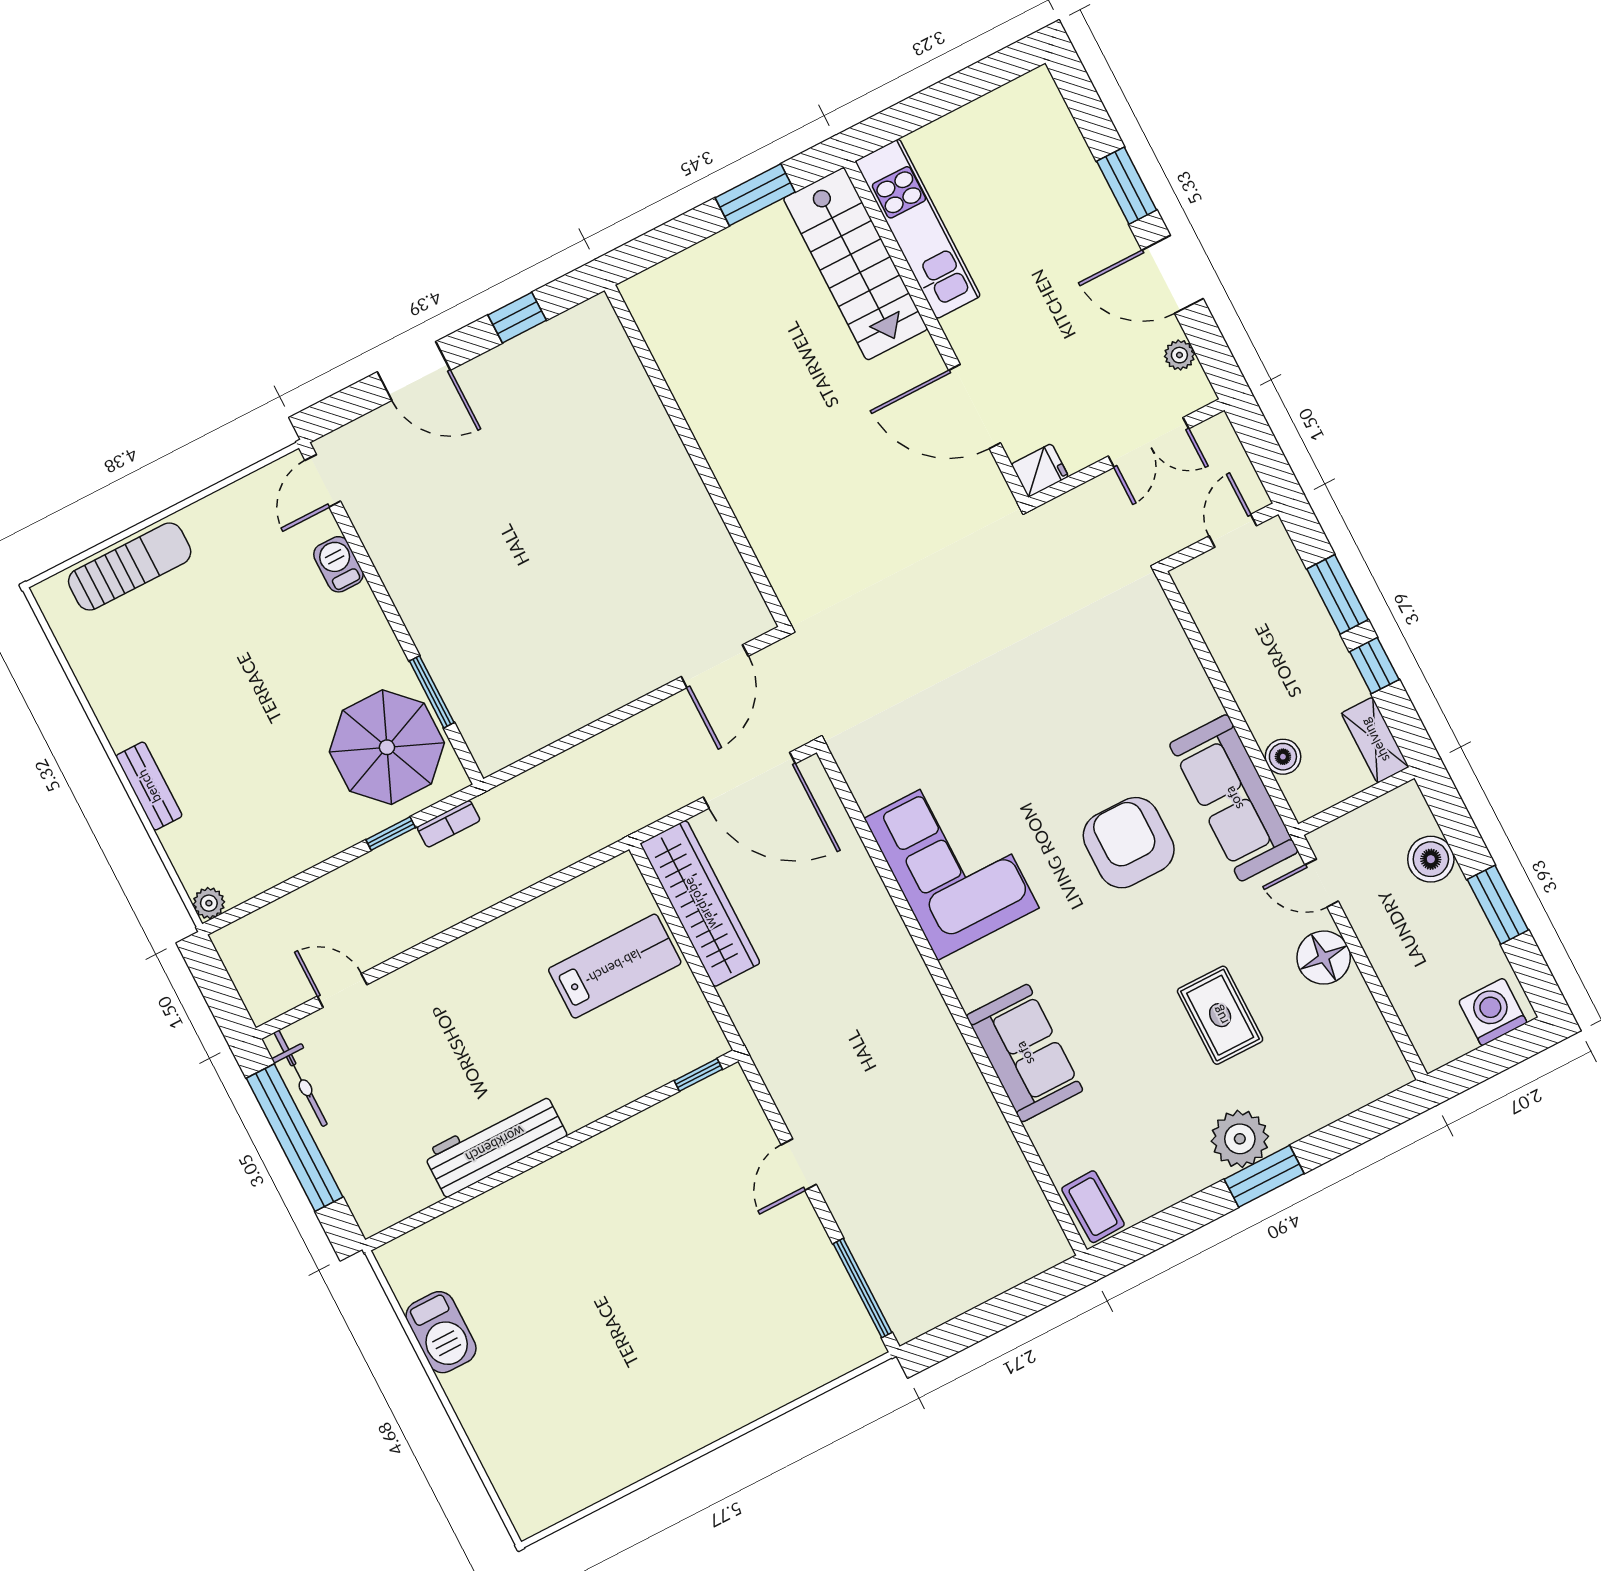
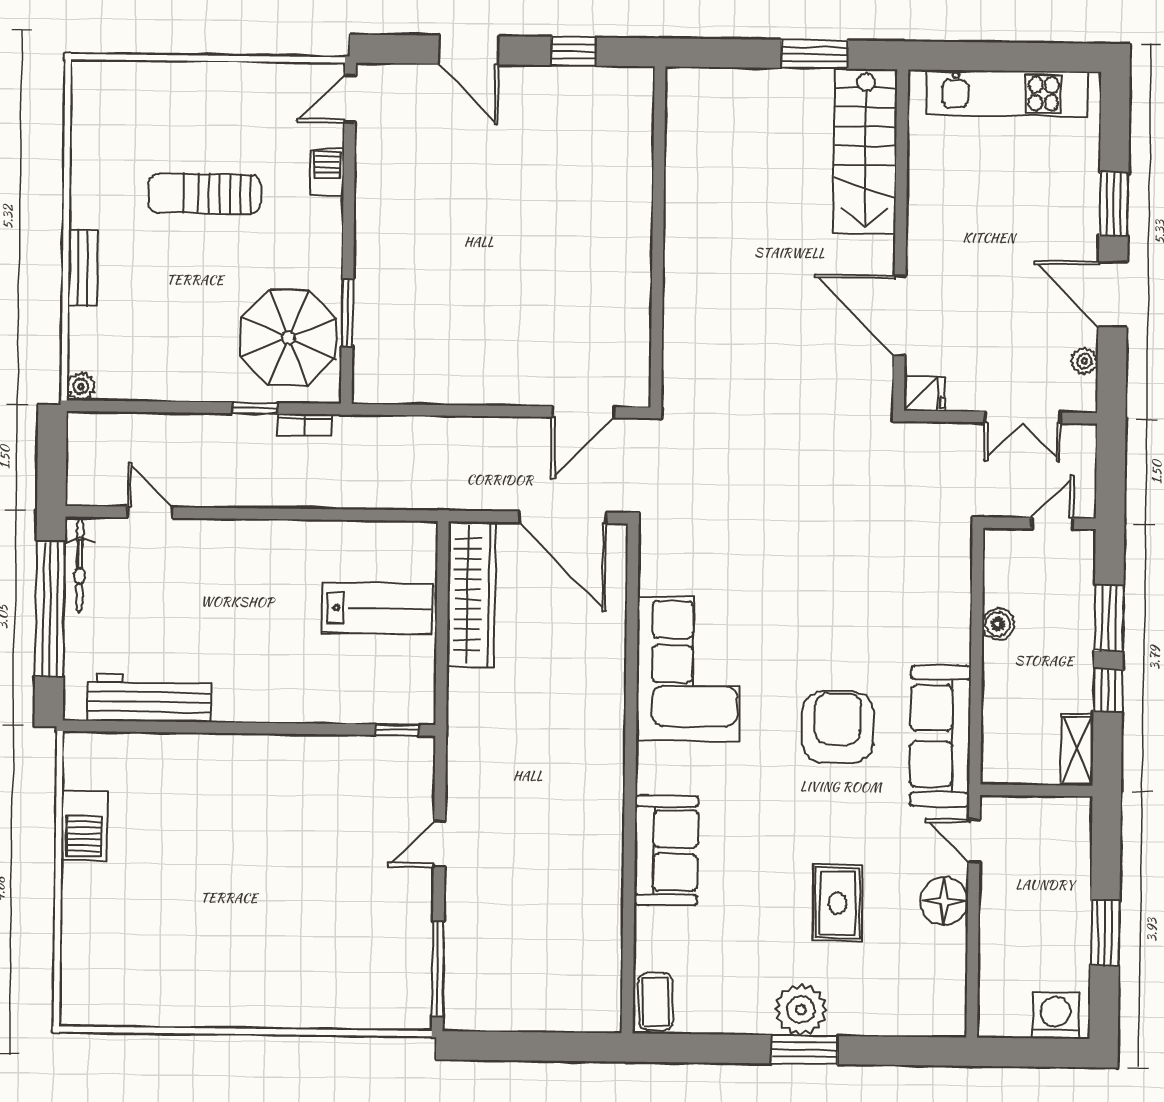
kitchen unit: (918, 229) -> (1007, 93), moved, turned 90
sun lounger: (130, 567) -> (205, 194), moved, turned 180
boiler: (1283, 757) -> (998, 624), moved
boiler: (1431, 859) -> (1071, 868), removed
workbench: (495, 1144) -> (149, 698), moved

